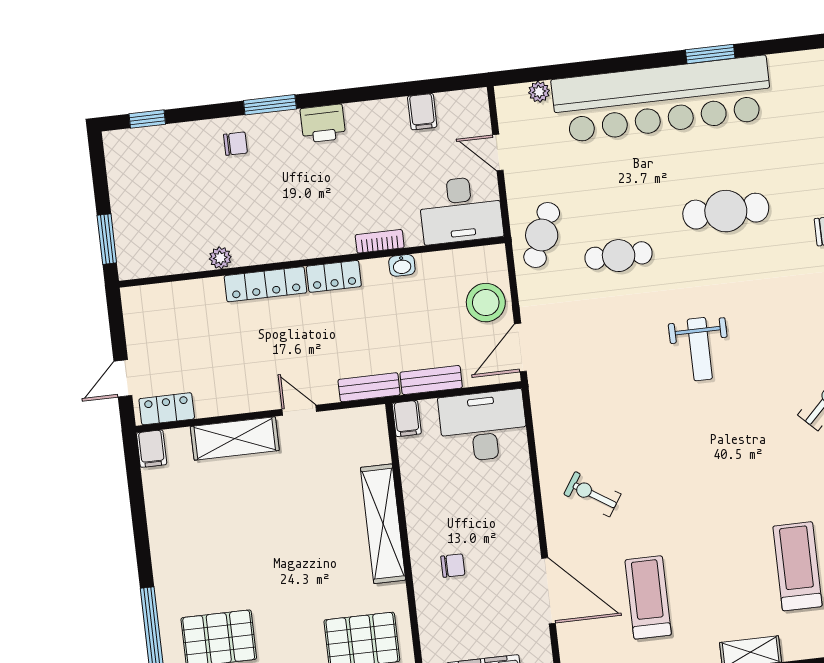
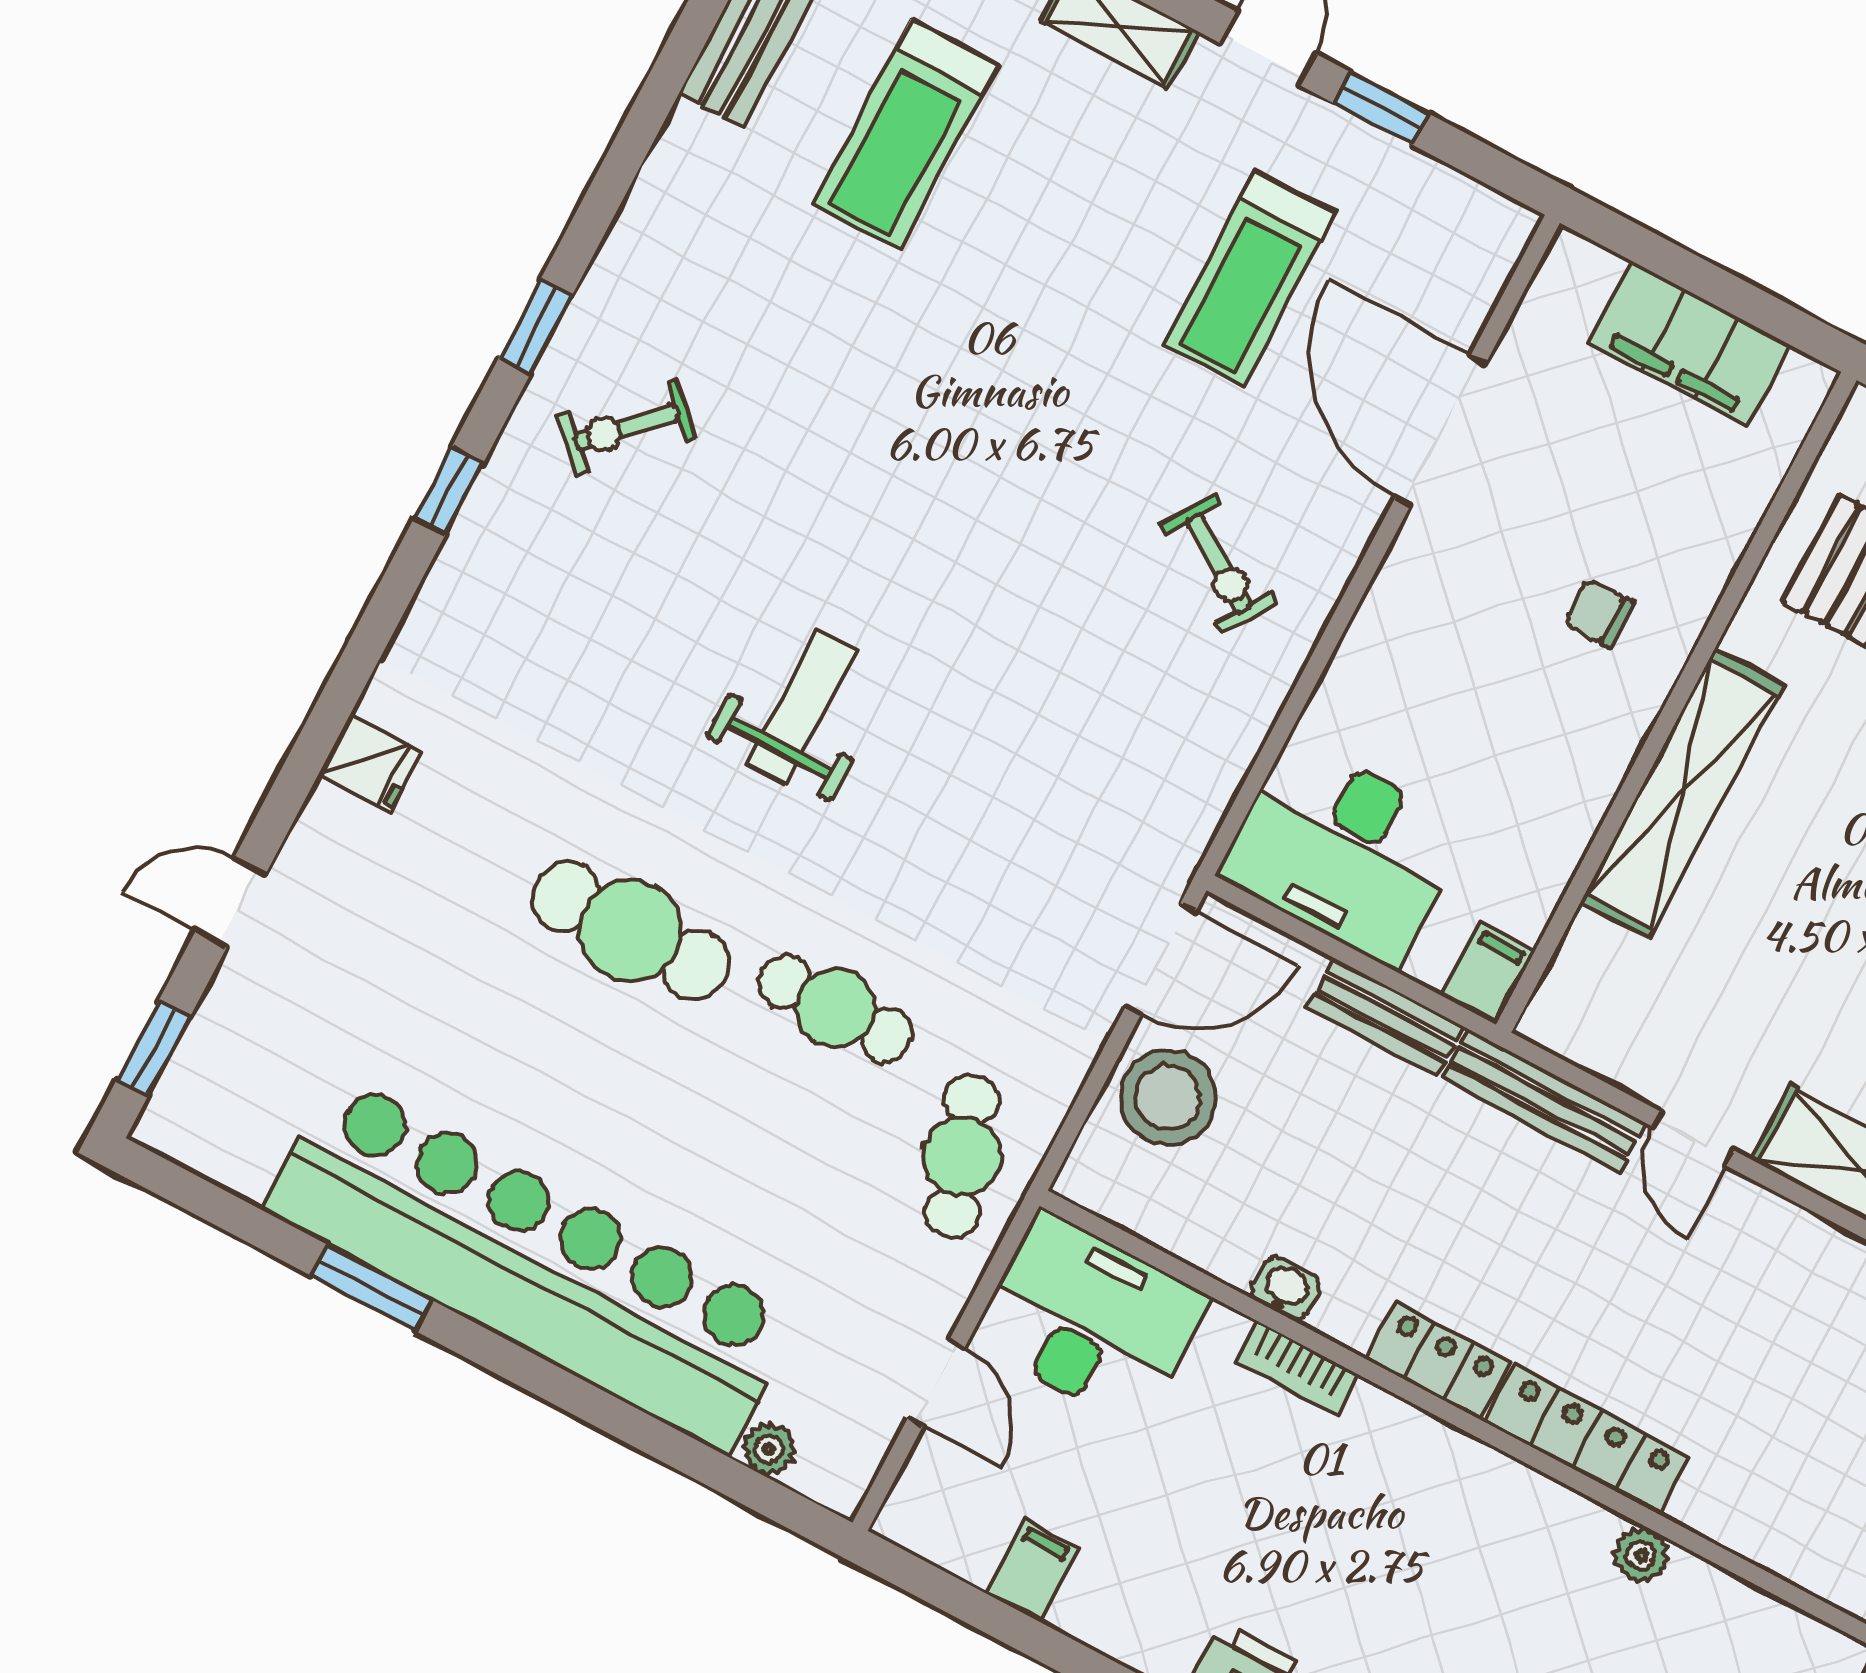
cafe table: (726, 211) -> (631, 931), moved
cafe table: (542, 235) -> (962, 1156), turned -41
bench: (369, 387) -> (1544, 1101), width x1.36

